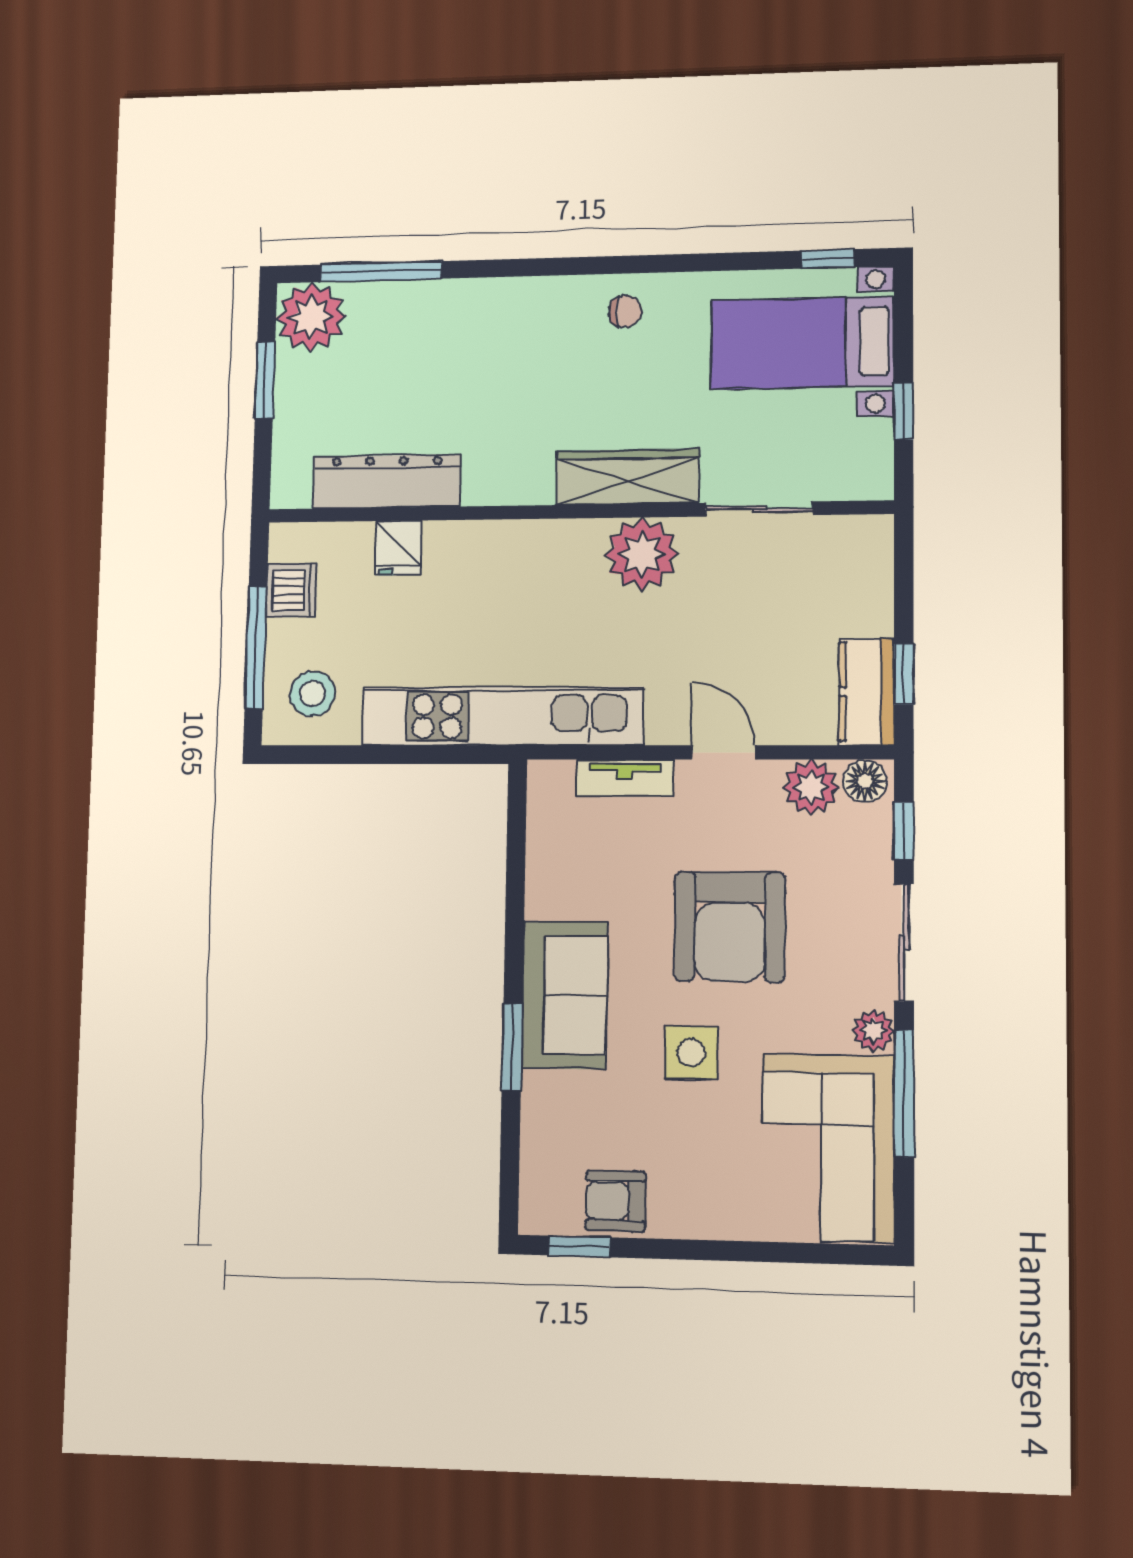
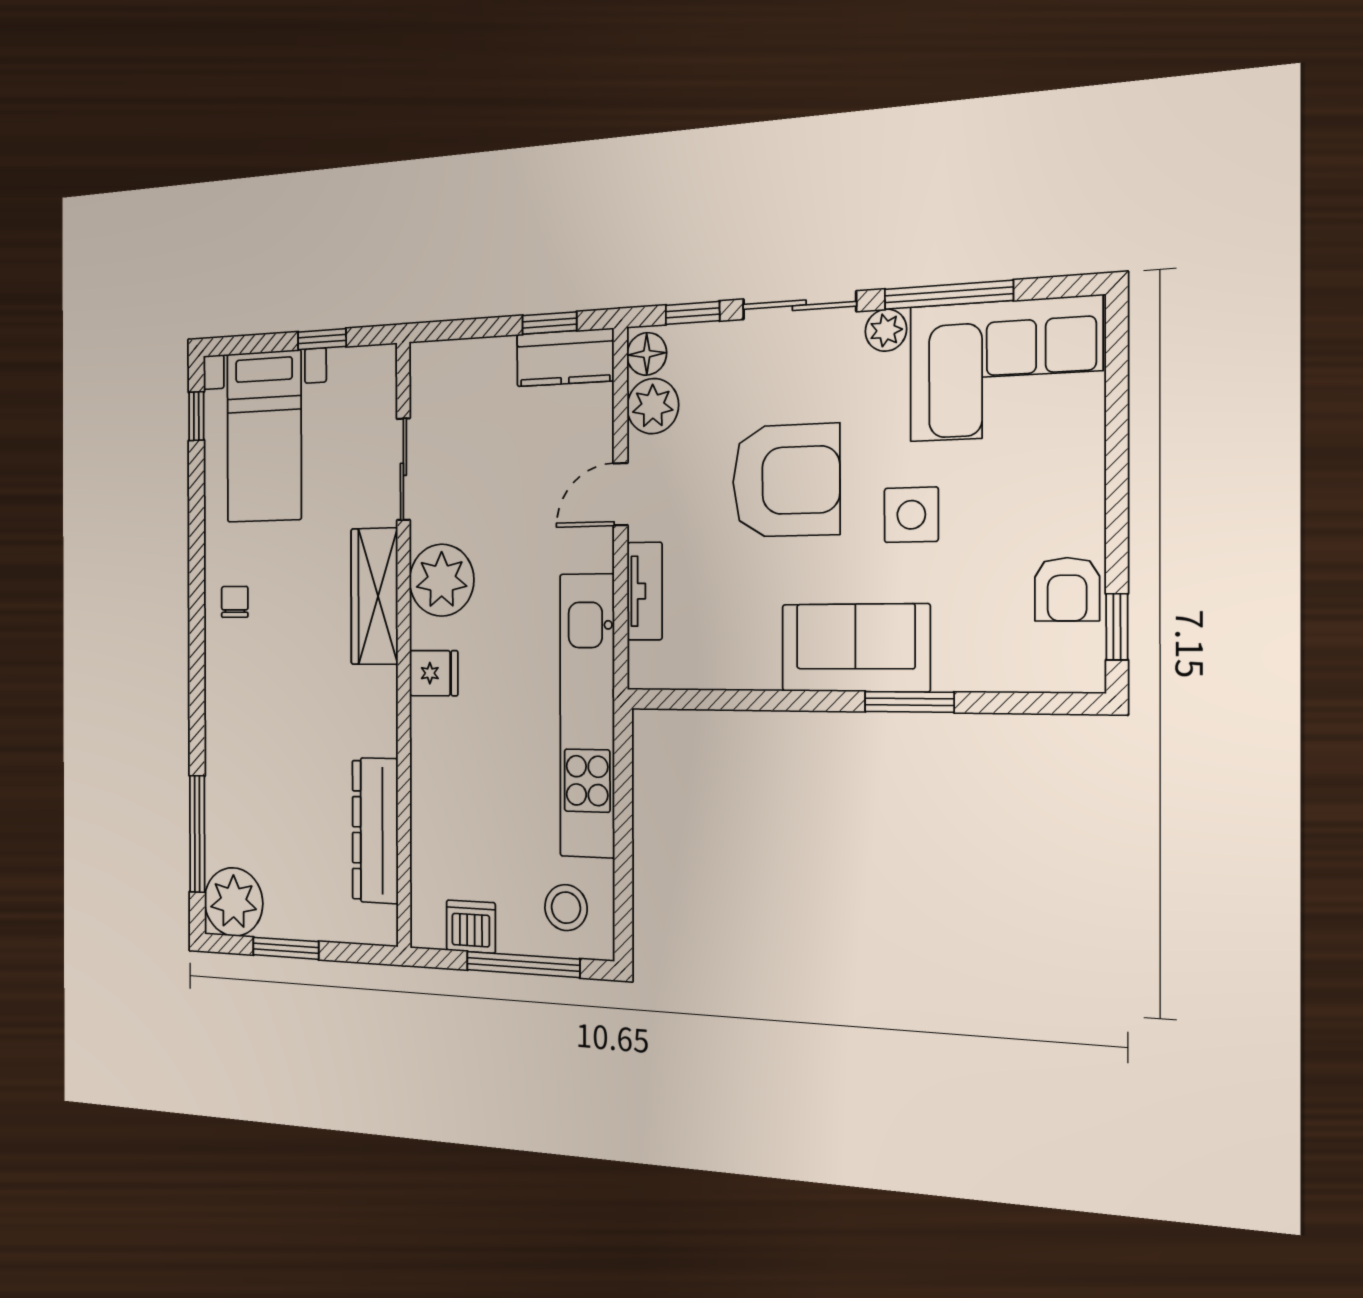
fridge: (398, 548) -> (434, 673), moved

